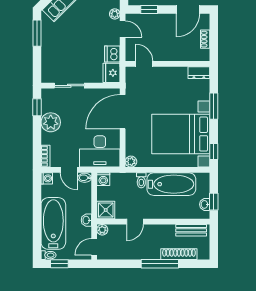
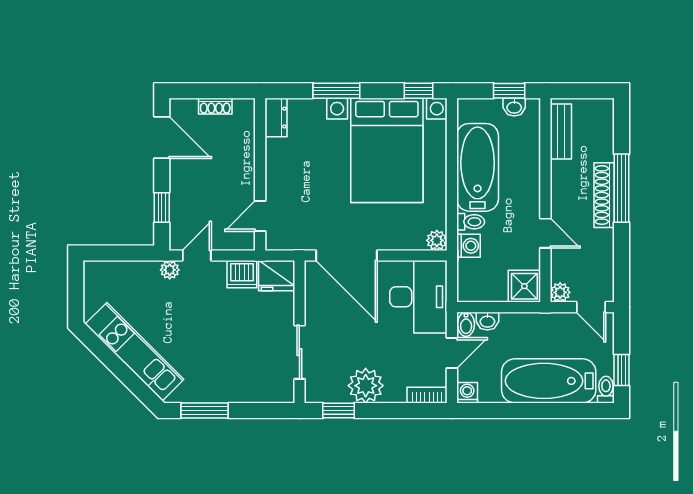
washing machine: (103, 179) -> (469, 246), moved
washbasin: (86, 220) -> (487, 321), moved
shoe rack: (179, 254) -> (604, 195), moved

